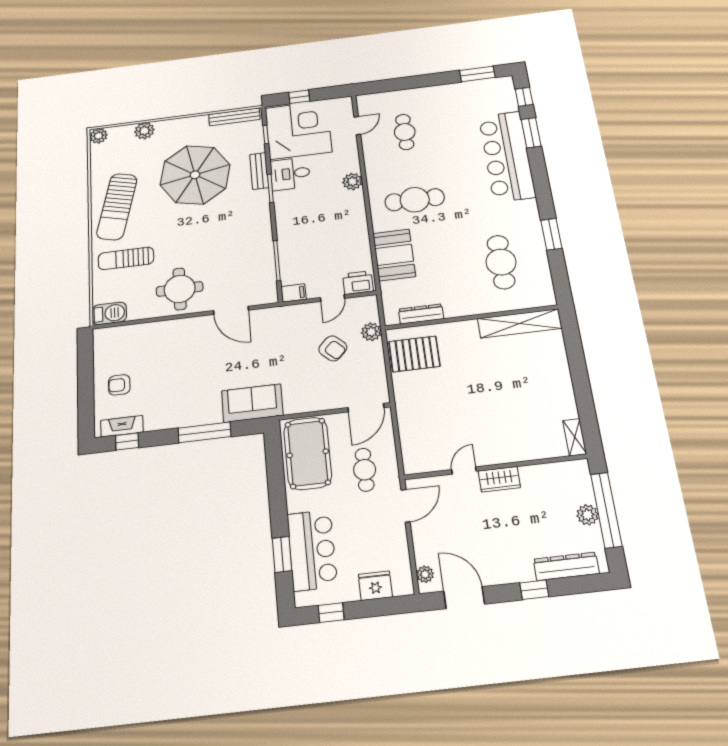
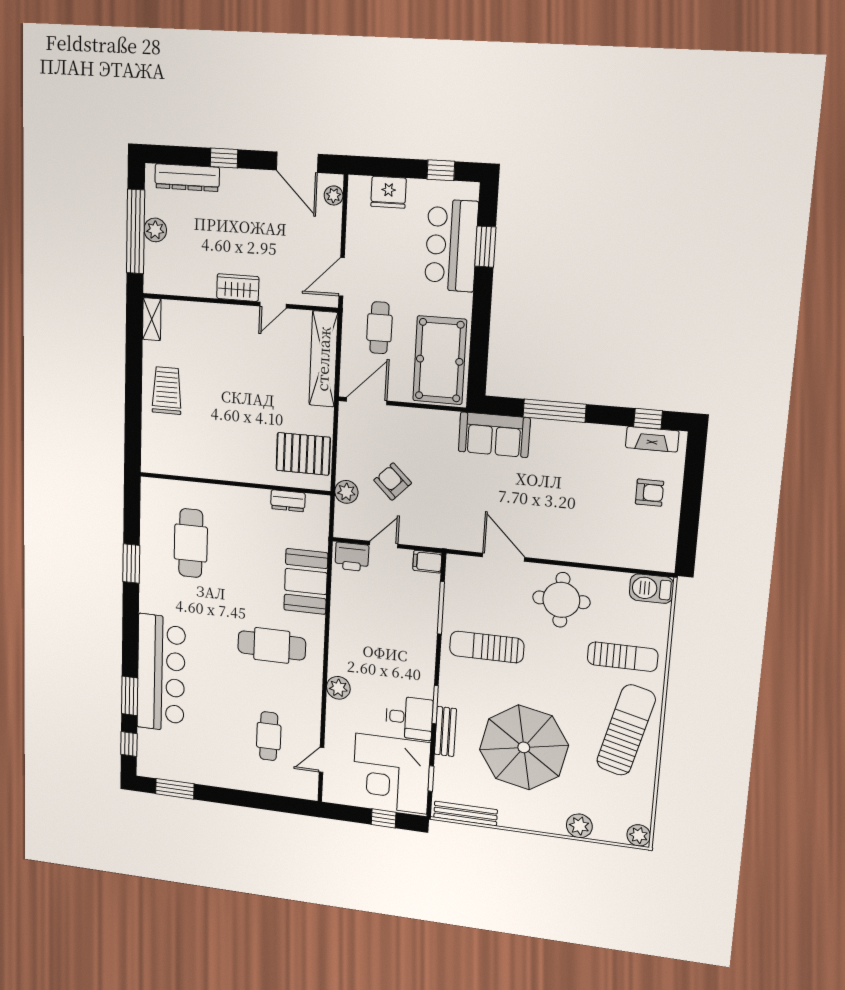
sun lounger: (235, 240) -> (487, 647), added
dresser: (421, 314) -> (288, 501), width x0.70
shelving: (520, 323) -> (323, 359), moved, turned 90
trolley: (548, 380) -> (167, 390), added

